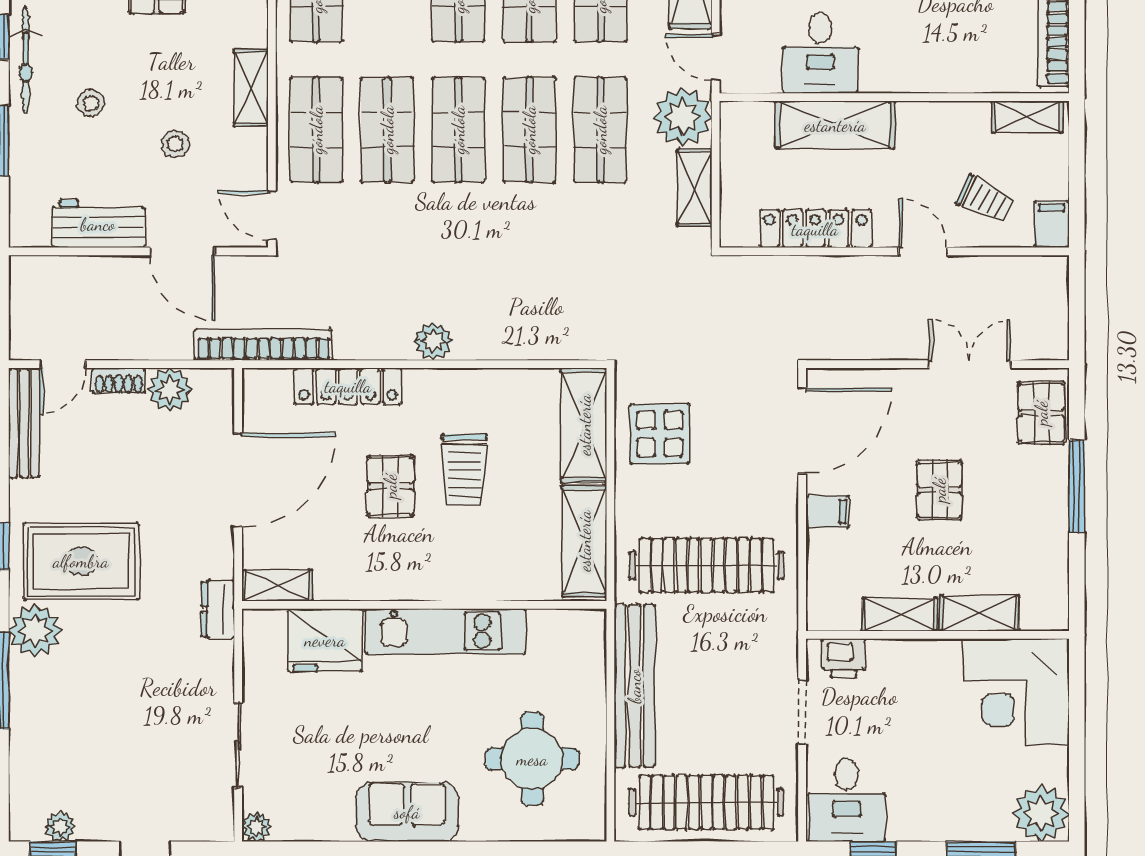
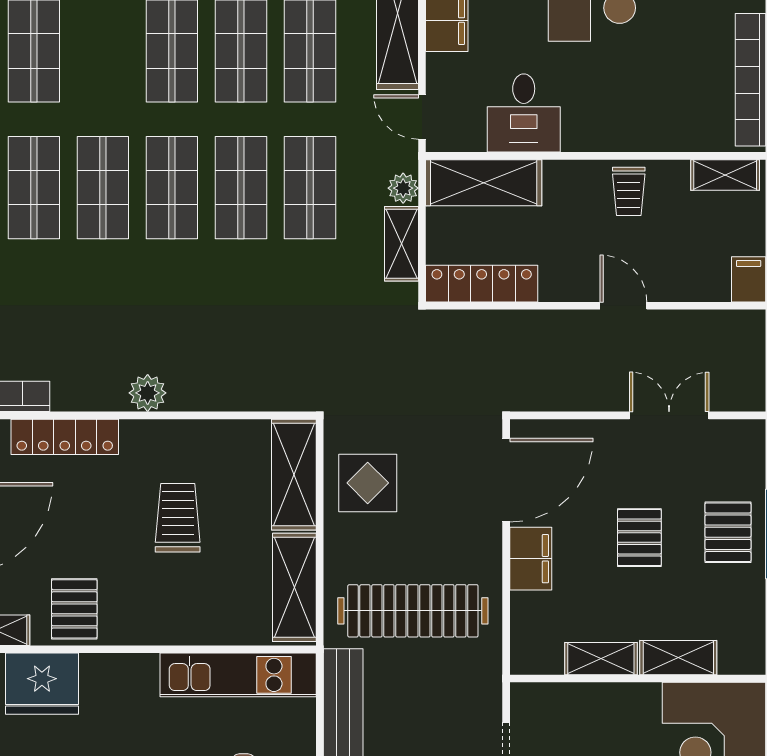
plant: (683, 117) -> (403, 188), width x0.53, depth x0.53
shelving: (835, 125) -> (484, 183), moved
trolley: (985, 200) -> (629, 191), moved, turned 64
locker: (815, 229) -> (482, 284), moved
pallet: (1041, 413) -> (728, 532), moved
trolley: (464, 469) -> (178, 518), turned 180
pallet: (390, 486) -> (74, 609), moved
filing cabinet: (828, 512) -> (531, 559), width x2.00
kitchen unit: (445, 631) -> (238, 675), moved
printer: (844, 658) -> (546, 701), removed

